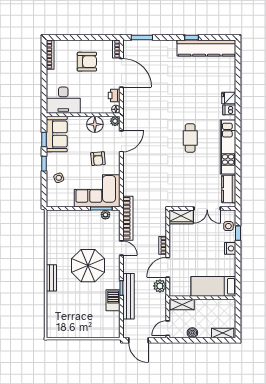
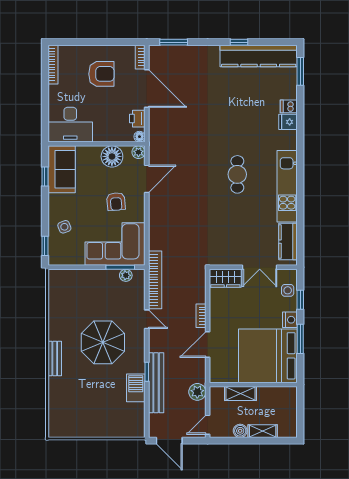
window: (238, 60) -> (300, 71), added
dishwasher: (229, 110) -> (289, 106), moved
window: (44, 164) -> (45, 246), moved
window: (238, 263) -> (300, 339), added
plant: (160, 286) -> (197, 392), moved
bed: (213, 286) -> (268, 356), width x2.04
shelving: (182, 305) -> (240, 394), moved
shelving: (223, 333) -> (263, 431), moved

